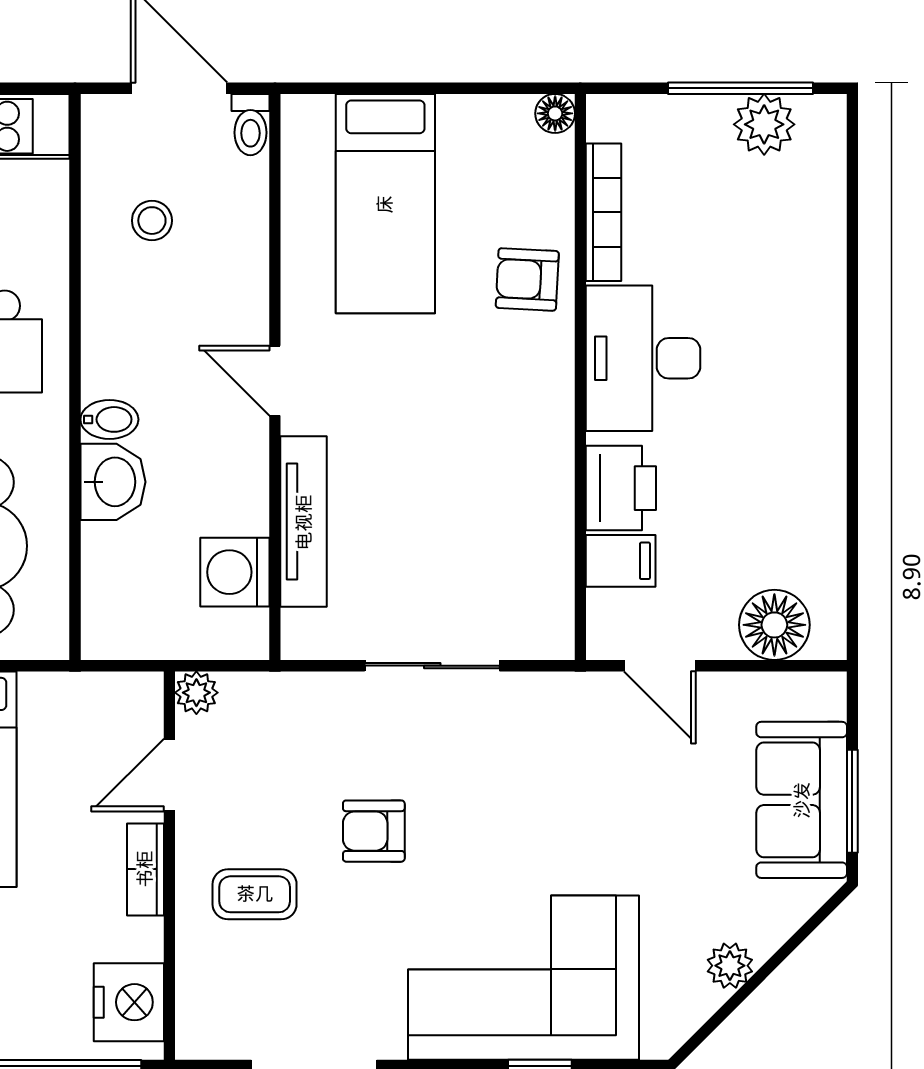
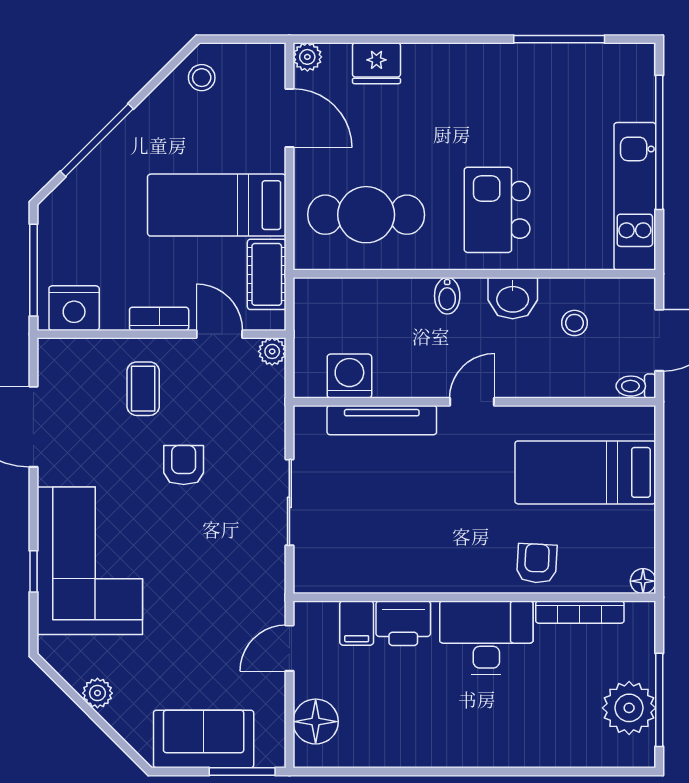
plant: (764, 124) -> (629, 708), width x1.36, depth x1.36
washbasin: (113, 482) -> (513, 298), moved
cot: (76, 701) -> (267, 274), added
window: (852, 801) -> (242, 771), moved

